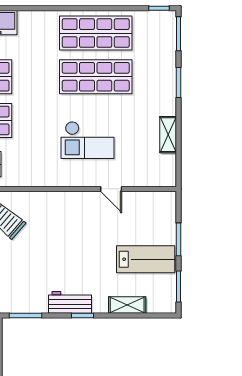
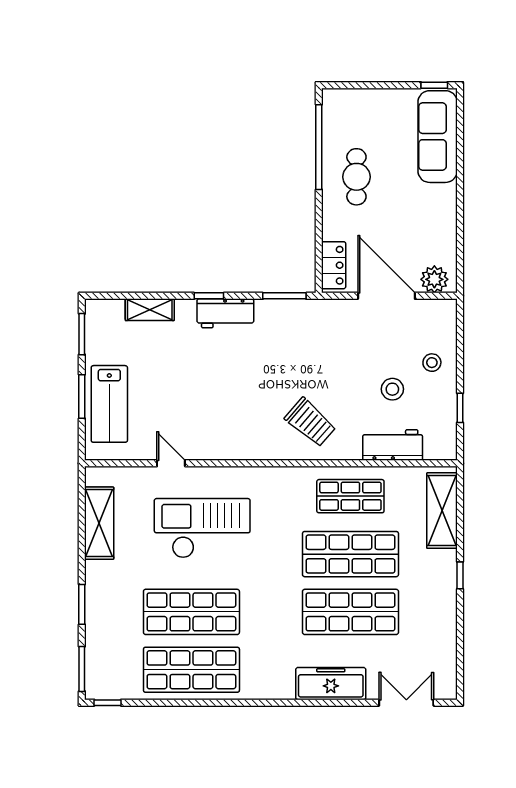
shelving: (168, 135) -> (99, 523), width x1.50, depth x1.33
checkout: (88, 140) -> (202, 528), width x1.36, depth x1.21
lab bench: (146, 259) -> (109, 404), moved, turned -90

